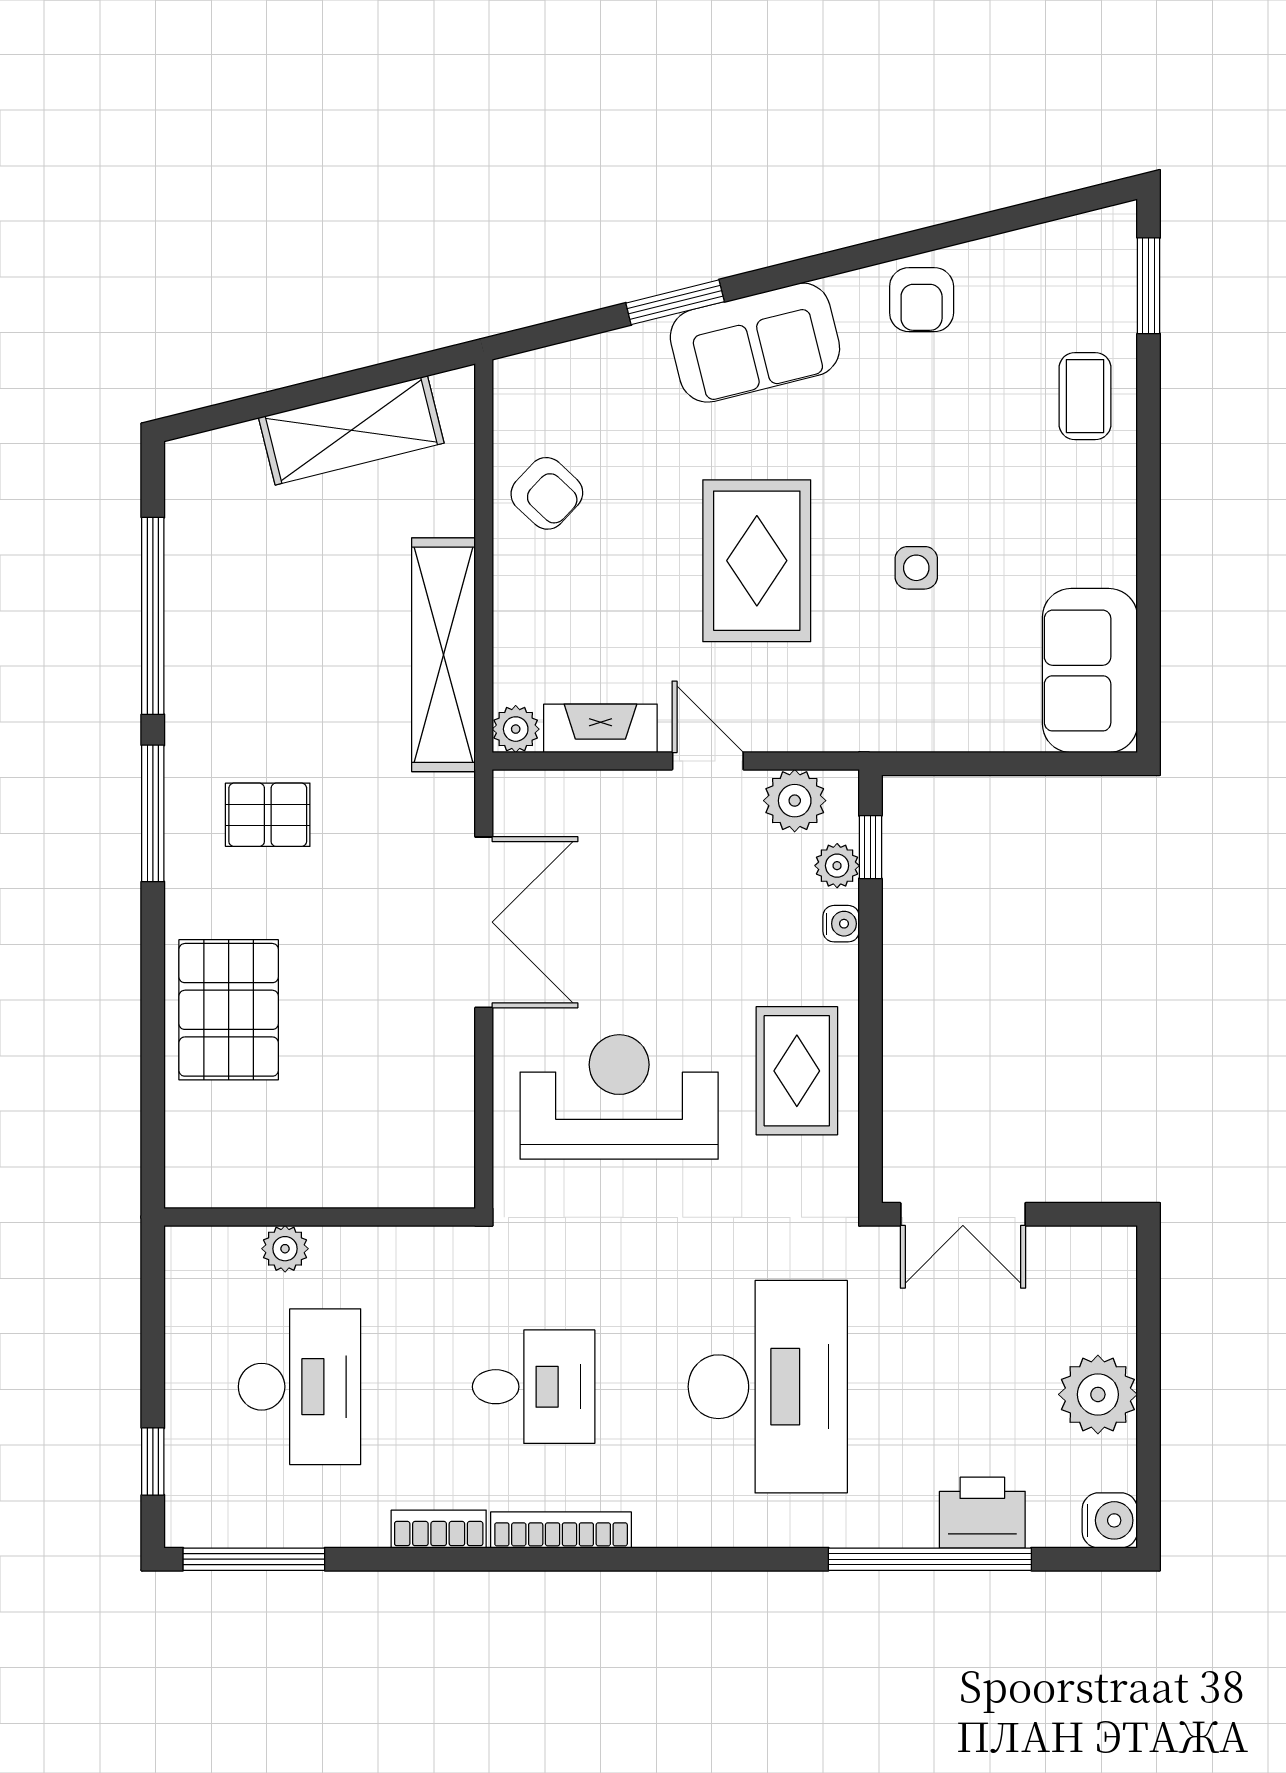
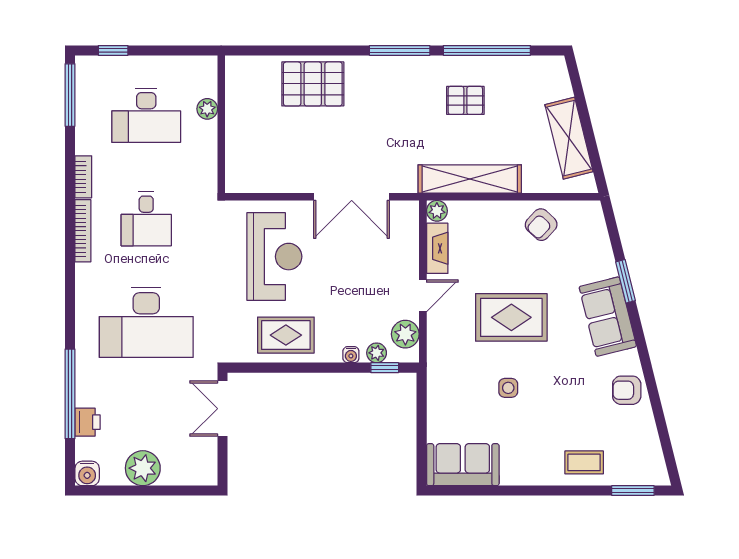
pallet: (268, 815) -> (465, 100), moved, turned 90
printer: (982, 1513) -> (88, 422), width x0.73, depth x0.81

